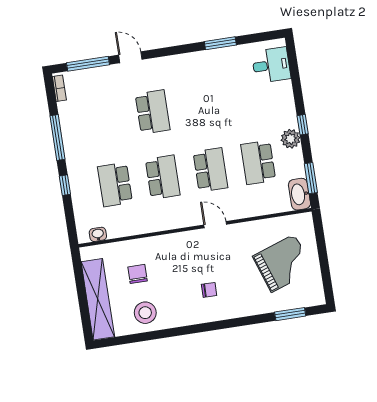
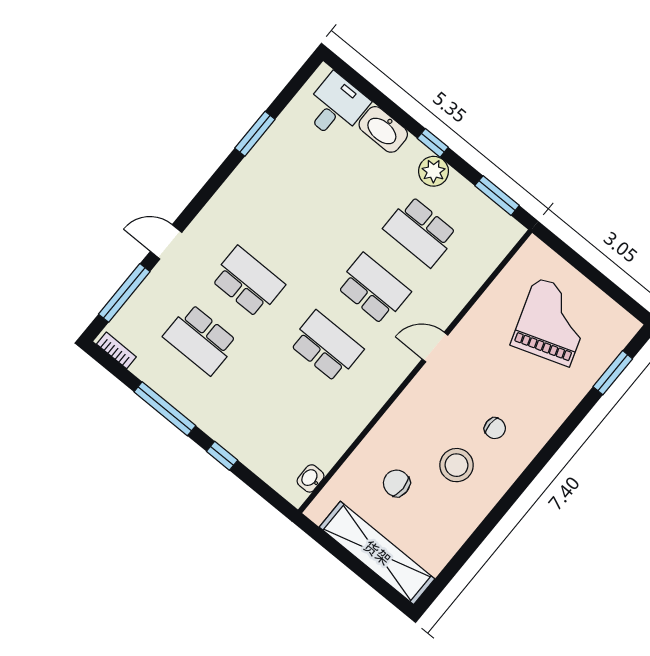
school desk: (115, 185) -> (201, 339), moved
washbasin: (299, 194) -> (383, 129), moved
chair: (209, 290) -> (495, 428), turned 89
stool: (145, 313) -> (457, 465), moved

